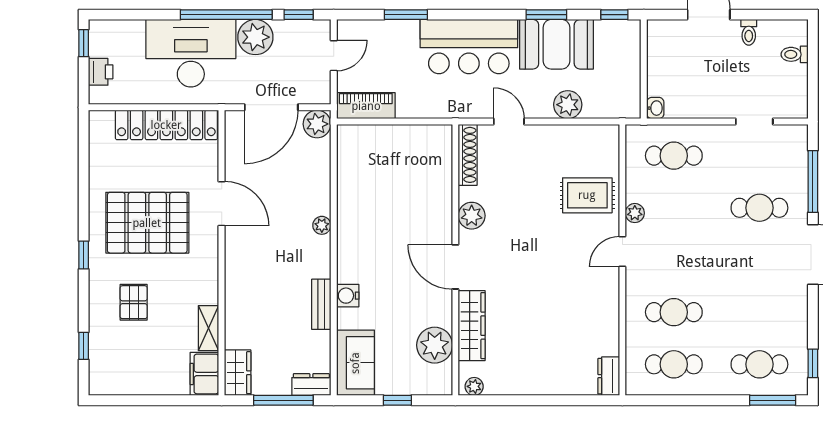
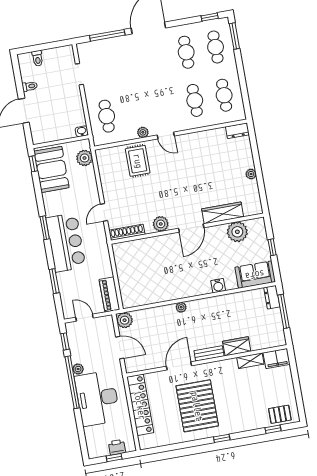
window: (546, 15) -> (45, 228), moved
plant: (255, 37) -> (78, 369), width x0.53, depth x0.53
window: (84, 43) -> (114, 458), moved
booth: (556, 44) -> (51, 169), moved
plant: (568, 105) -> (85, 158), moved
door: (271, 107) -> (120, 348), width x0.73
cafe table: (759, 208) -> (186, 52), moved
pallet: (134, 302) -> (280, 414), moved
bench: (321, 304) -> (209, 353), moved
wardrobe: (238, 373) -> (237, 346), moved
plant: (474, 386) -> (251, 174), moved

